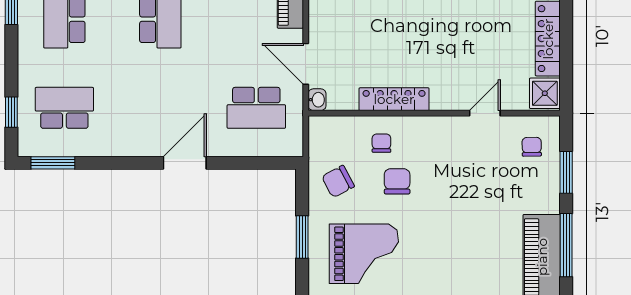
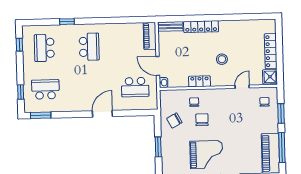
stool: (443, 53) -> (222, 59), added
locker: (394, 99) -> (199, 81), width x0.66
grand piano: (364, 254) -> (206, 155), moved

